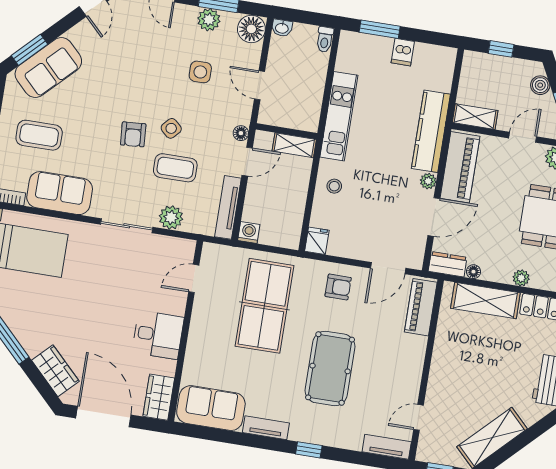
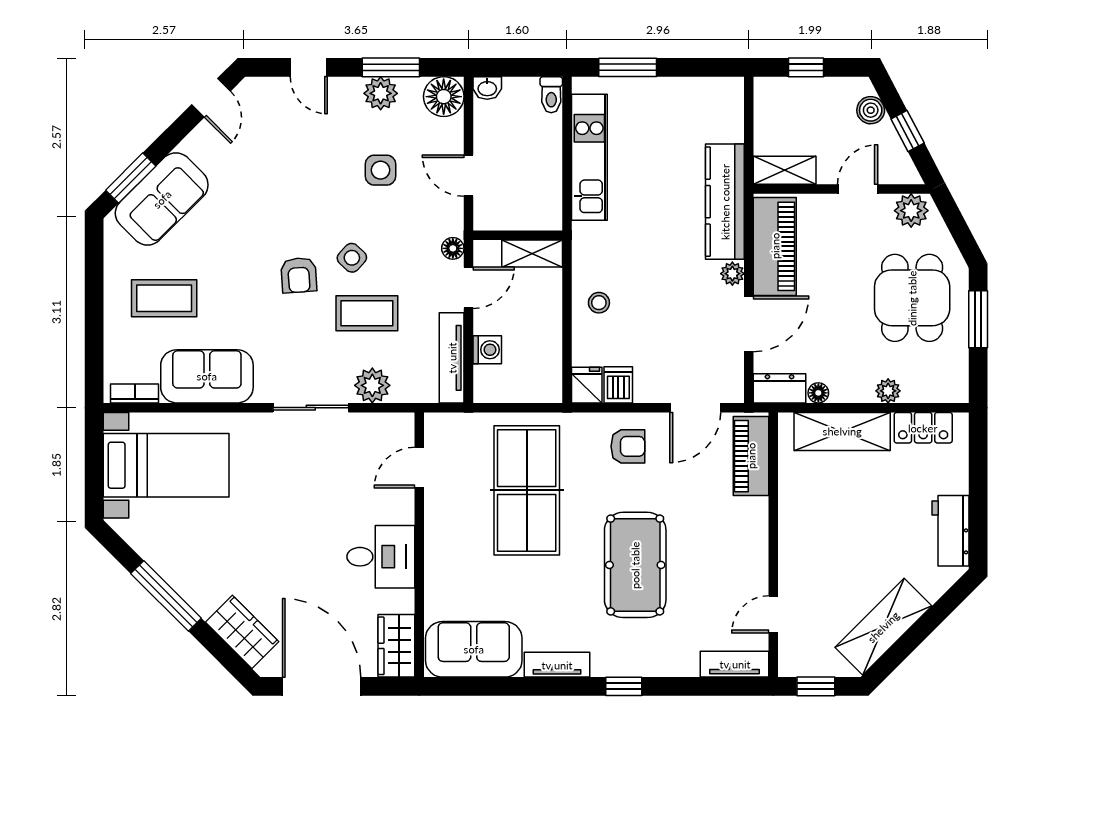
dishwasher: (403, 52) -> (618, 385), moved, turned 180
kitchen unit: (339, 116) -> (589, 157), moved
washing machine: (249, 232) -> (487, 350), moved, turned 90

